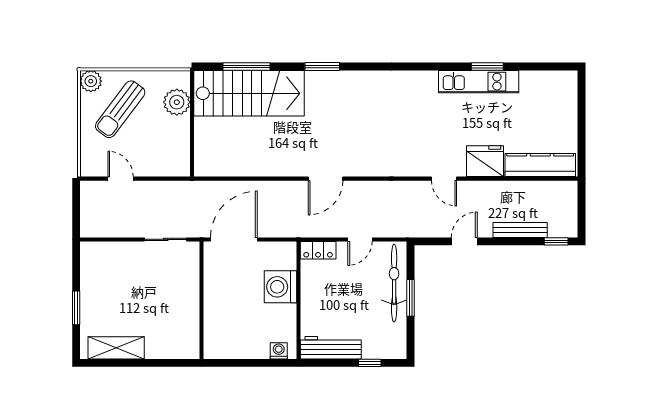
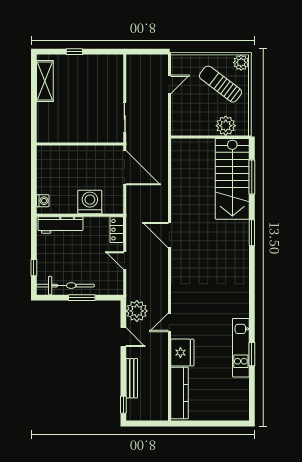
plant: (429, 223) -> (137, 311), added
bicycle: (394, 283) -> (65, 286), moved
window: (76, 308) -> (74, 52), width x0.67
workbench: (331, 348) -> (60, 225), moved, turned 90

